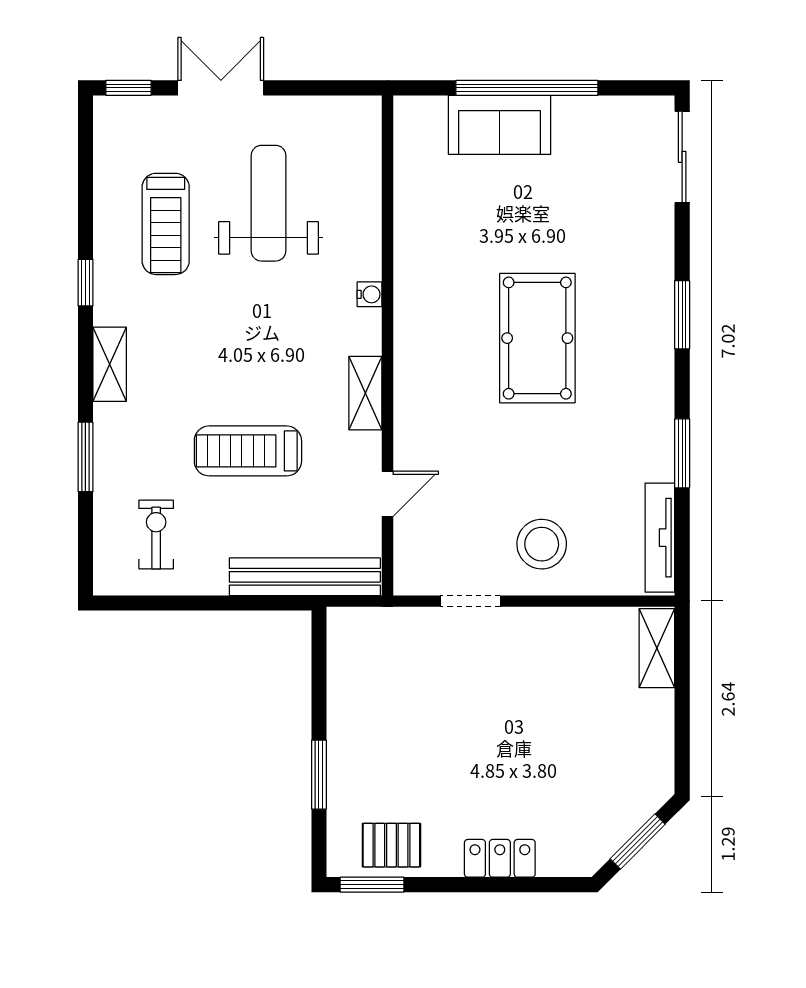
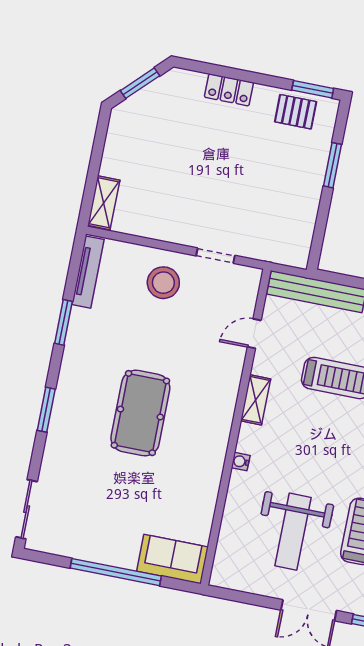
sofa: (500, 125) -> (172, 559), moved

